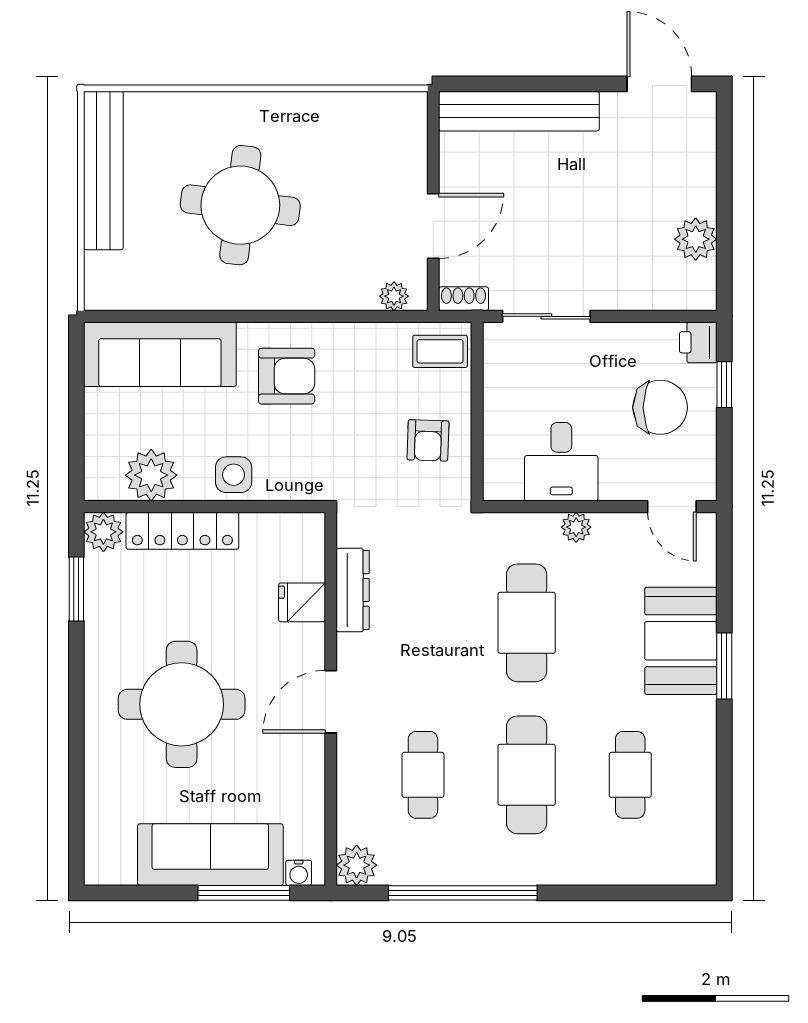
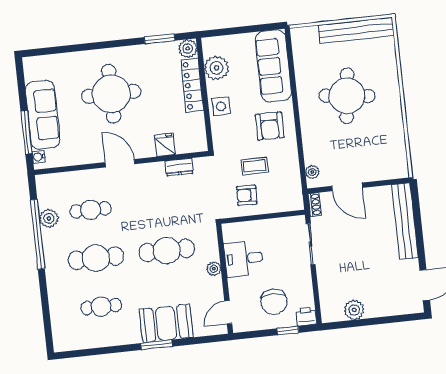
coffee table: (440, 351) -> (255, 166), moved, turned 90
dresser: (353, 590) -> (179, 167), width x0.70
plant: (357, 865) -> (49, 218), moved

